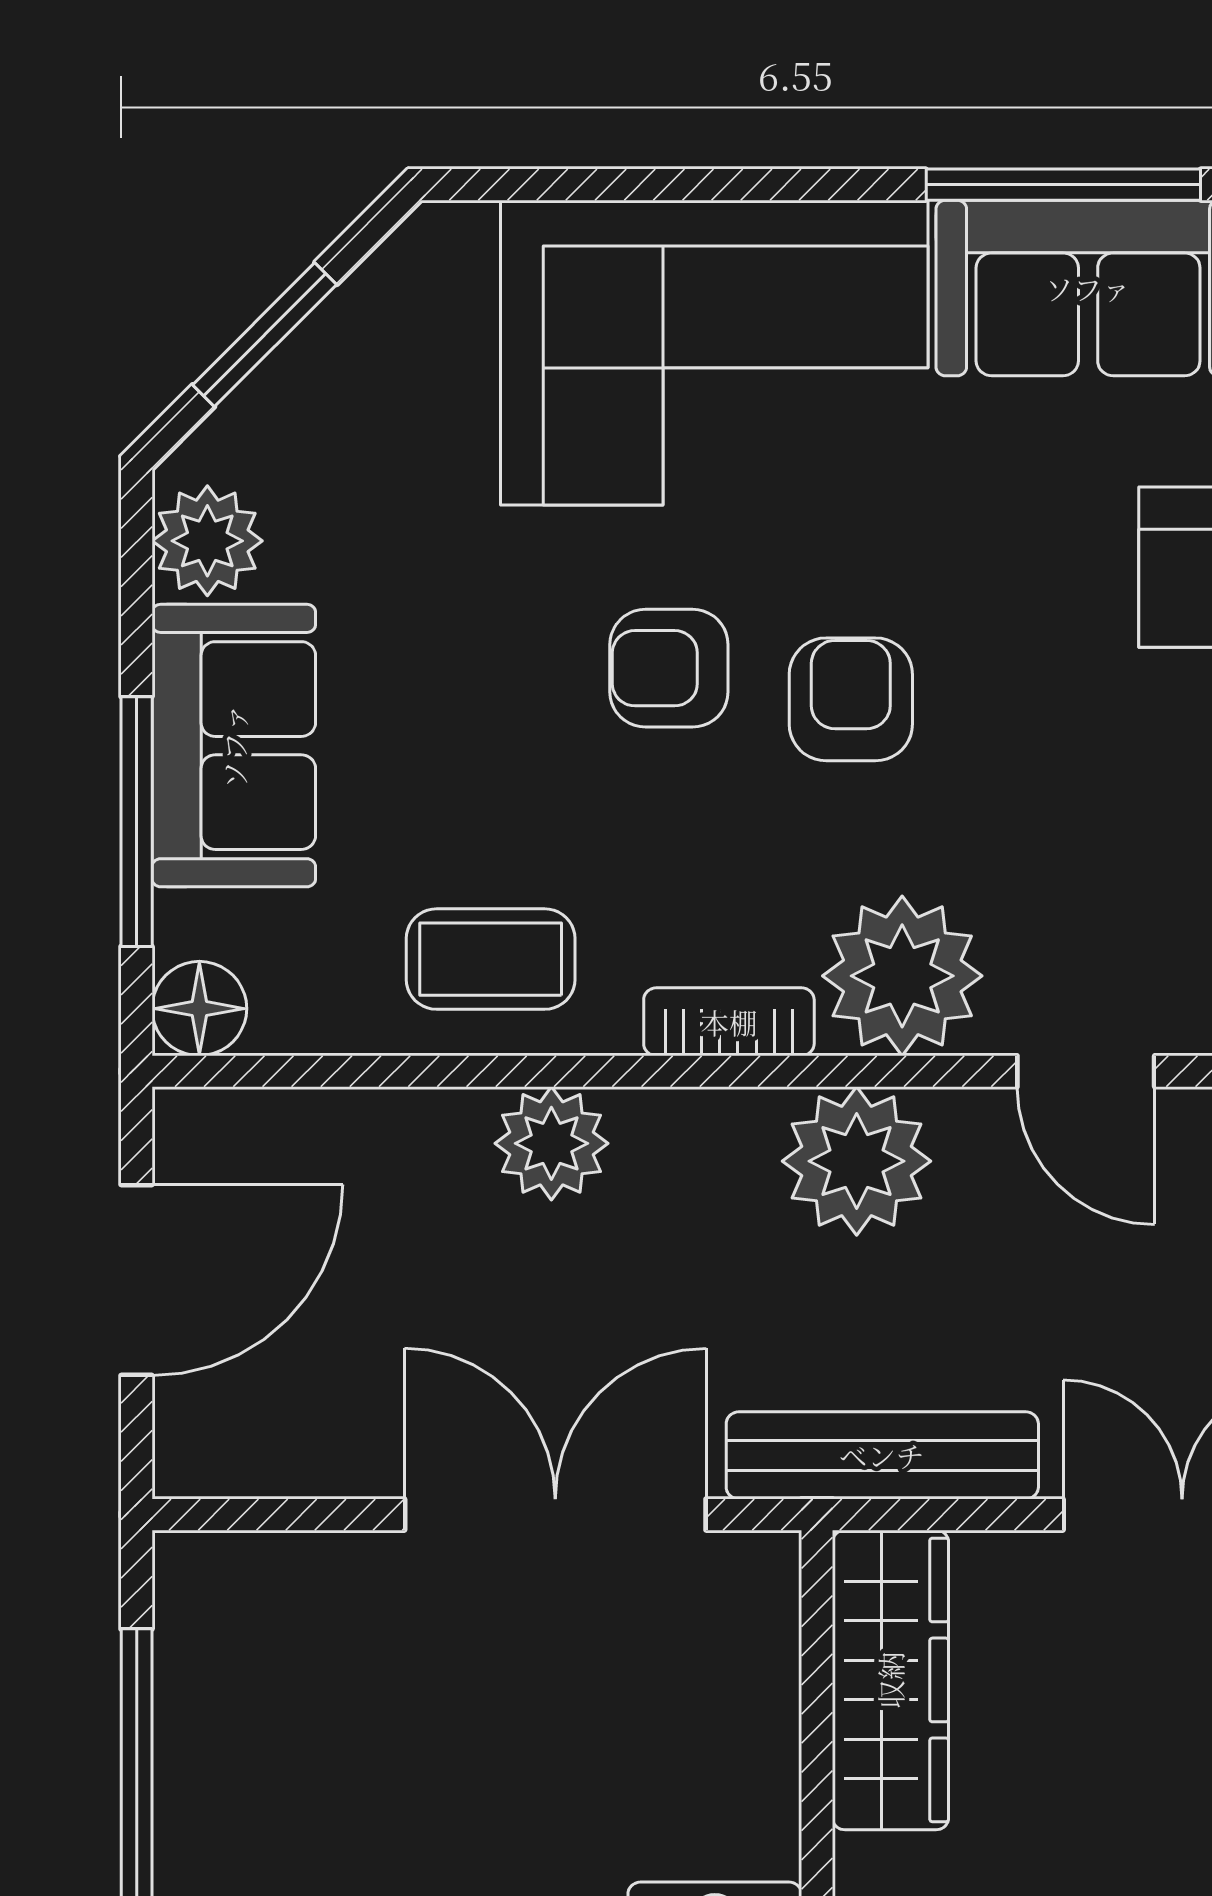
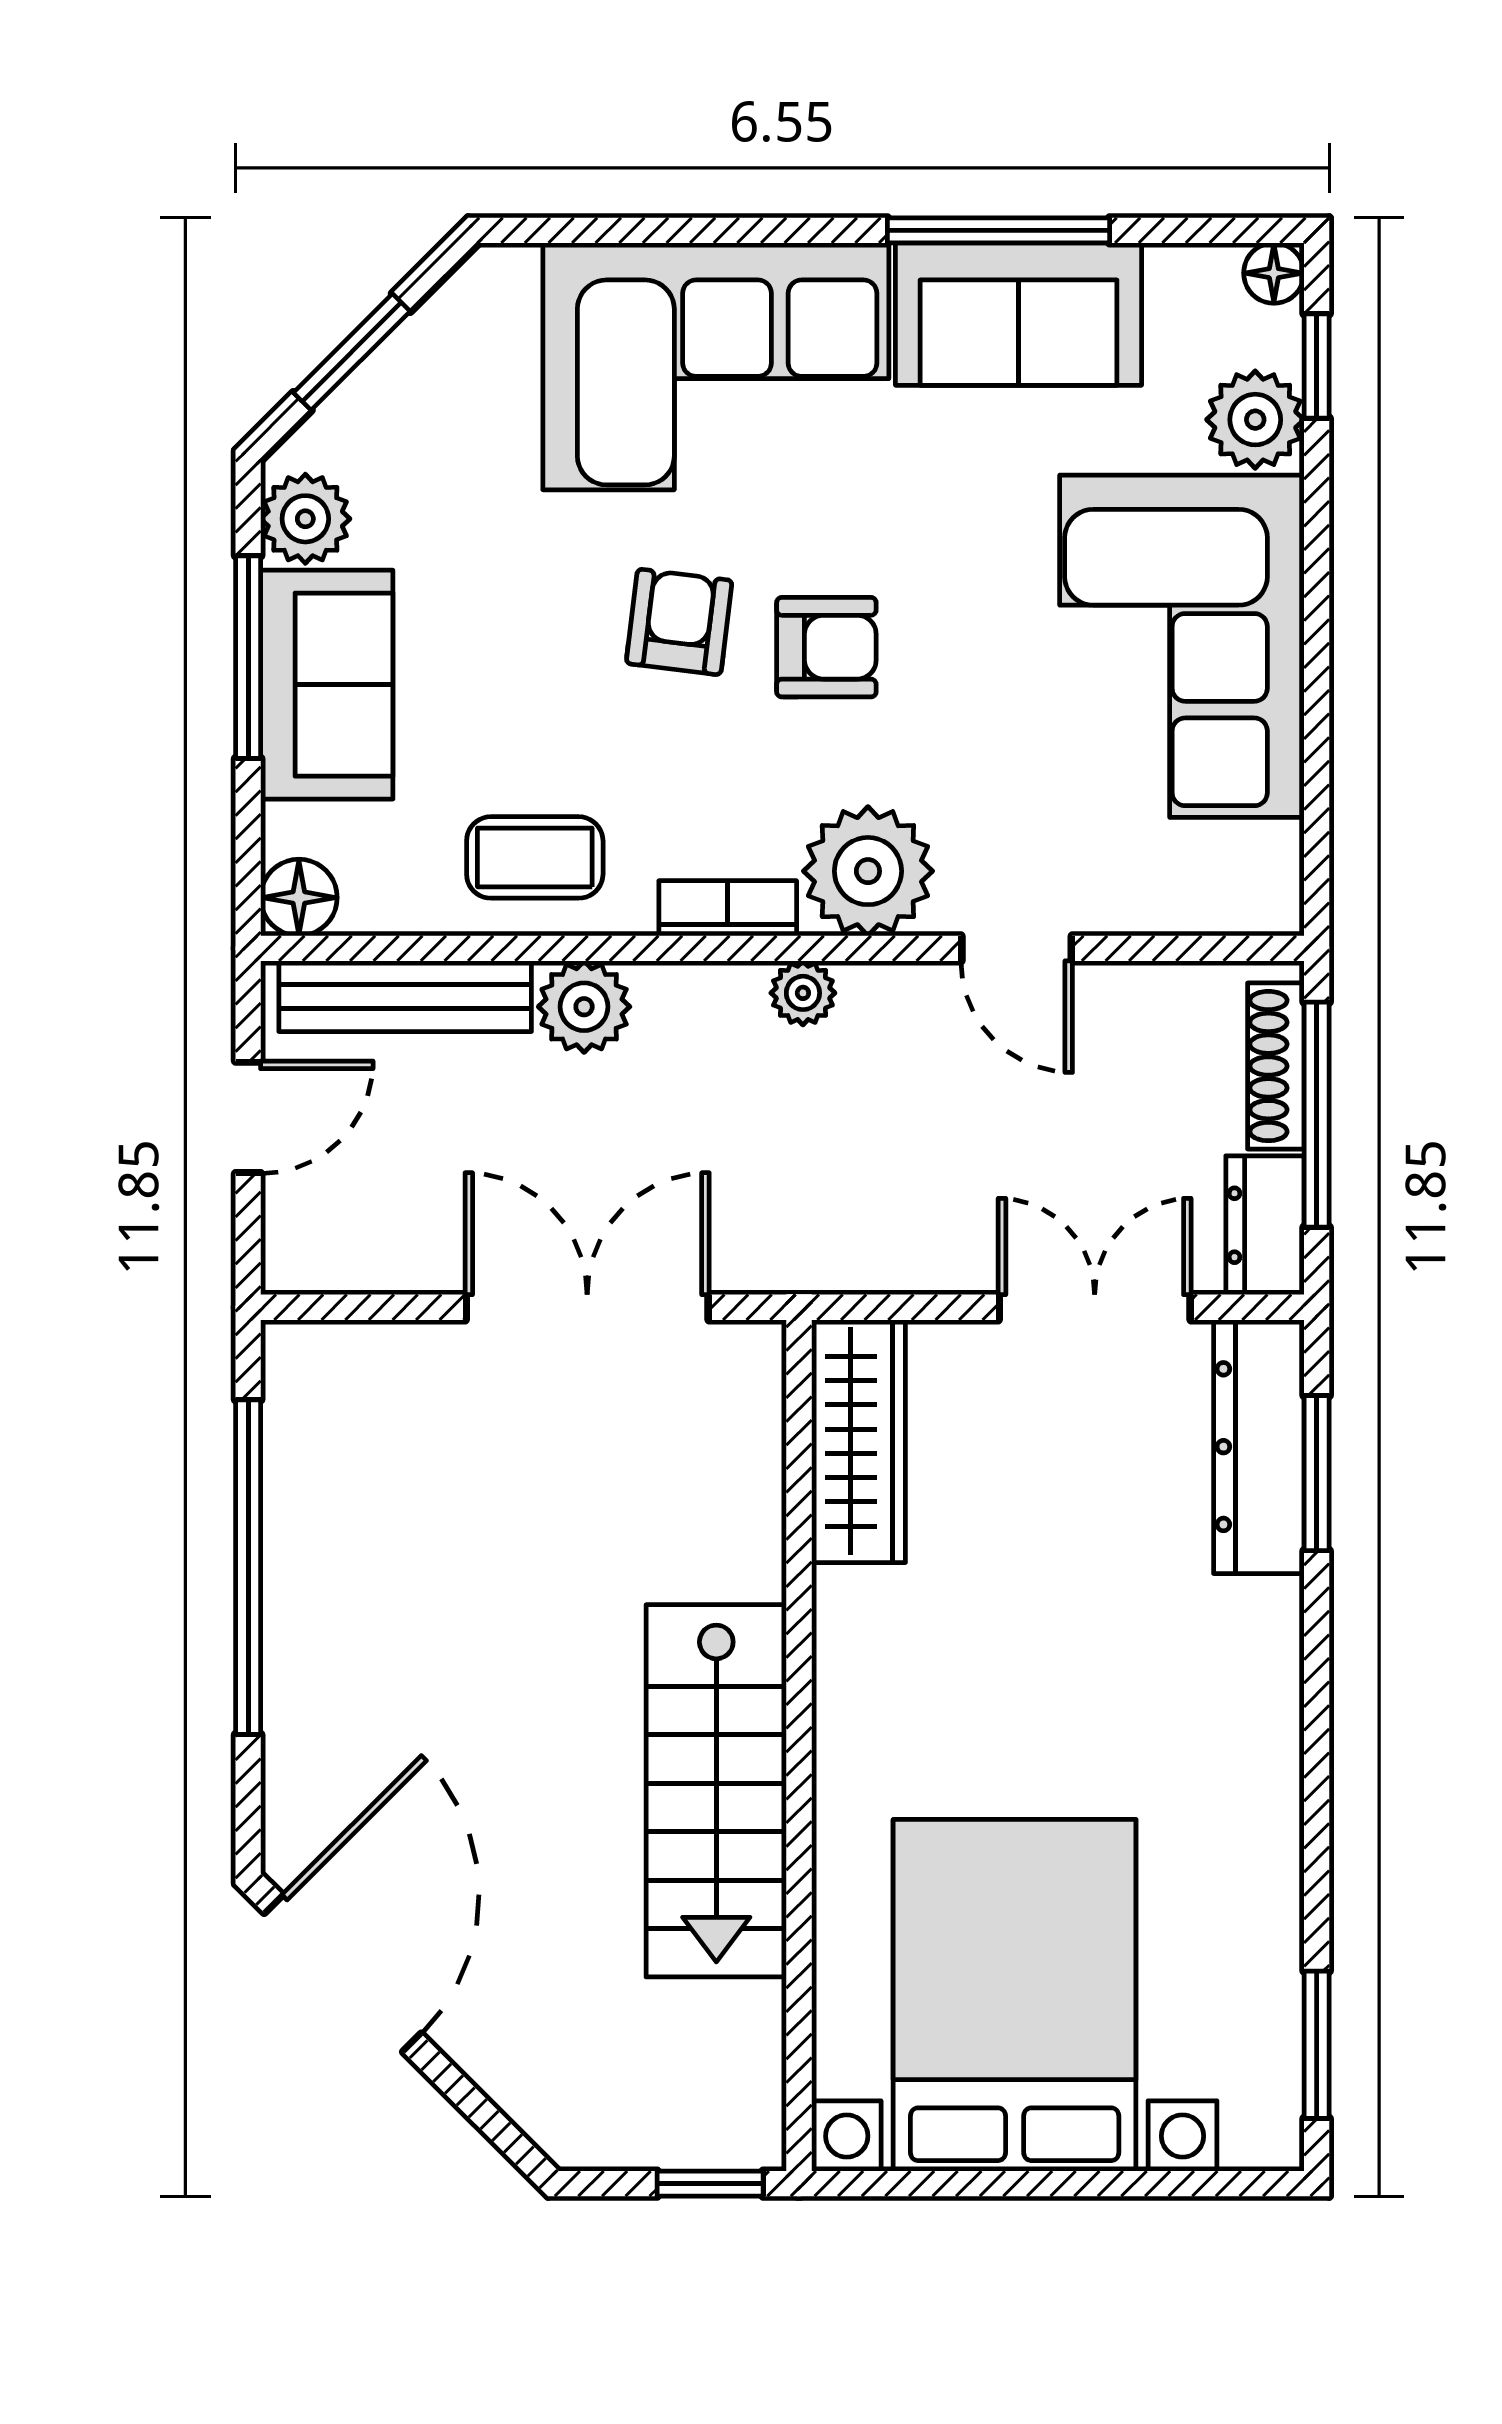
armchair: (669, 668) -> (679, 622), turned 97
armchair: (851, 699) -> (826, 647), turned 90
window: (137, 822) -> (248, 657), moved
plant: (857, 1161) -> (803, 993), width x0.53, depth x0.53
door: (137, 1280) -> (248, 1117), width x0.73
bench: (882, 1455) -> (405, 996), moved

